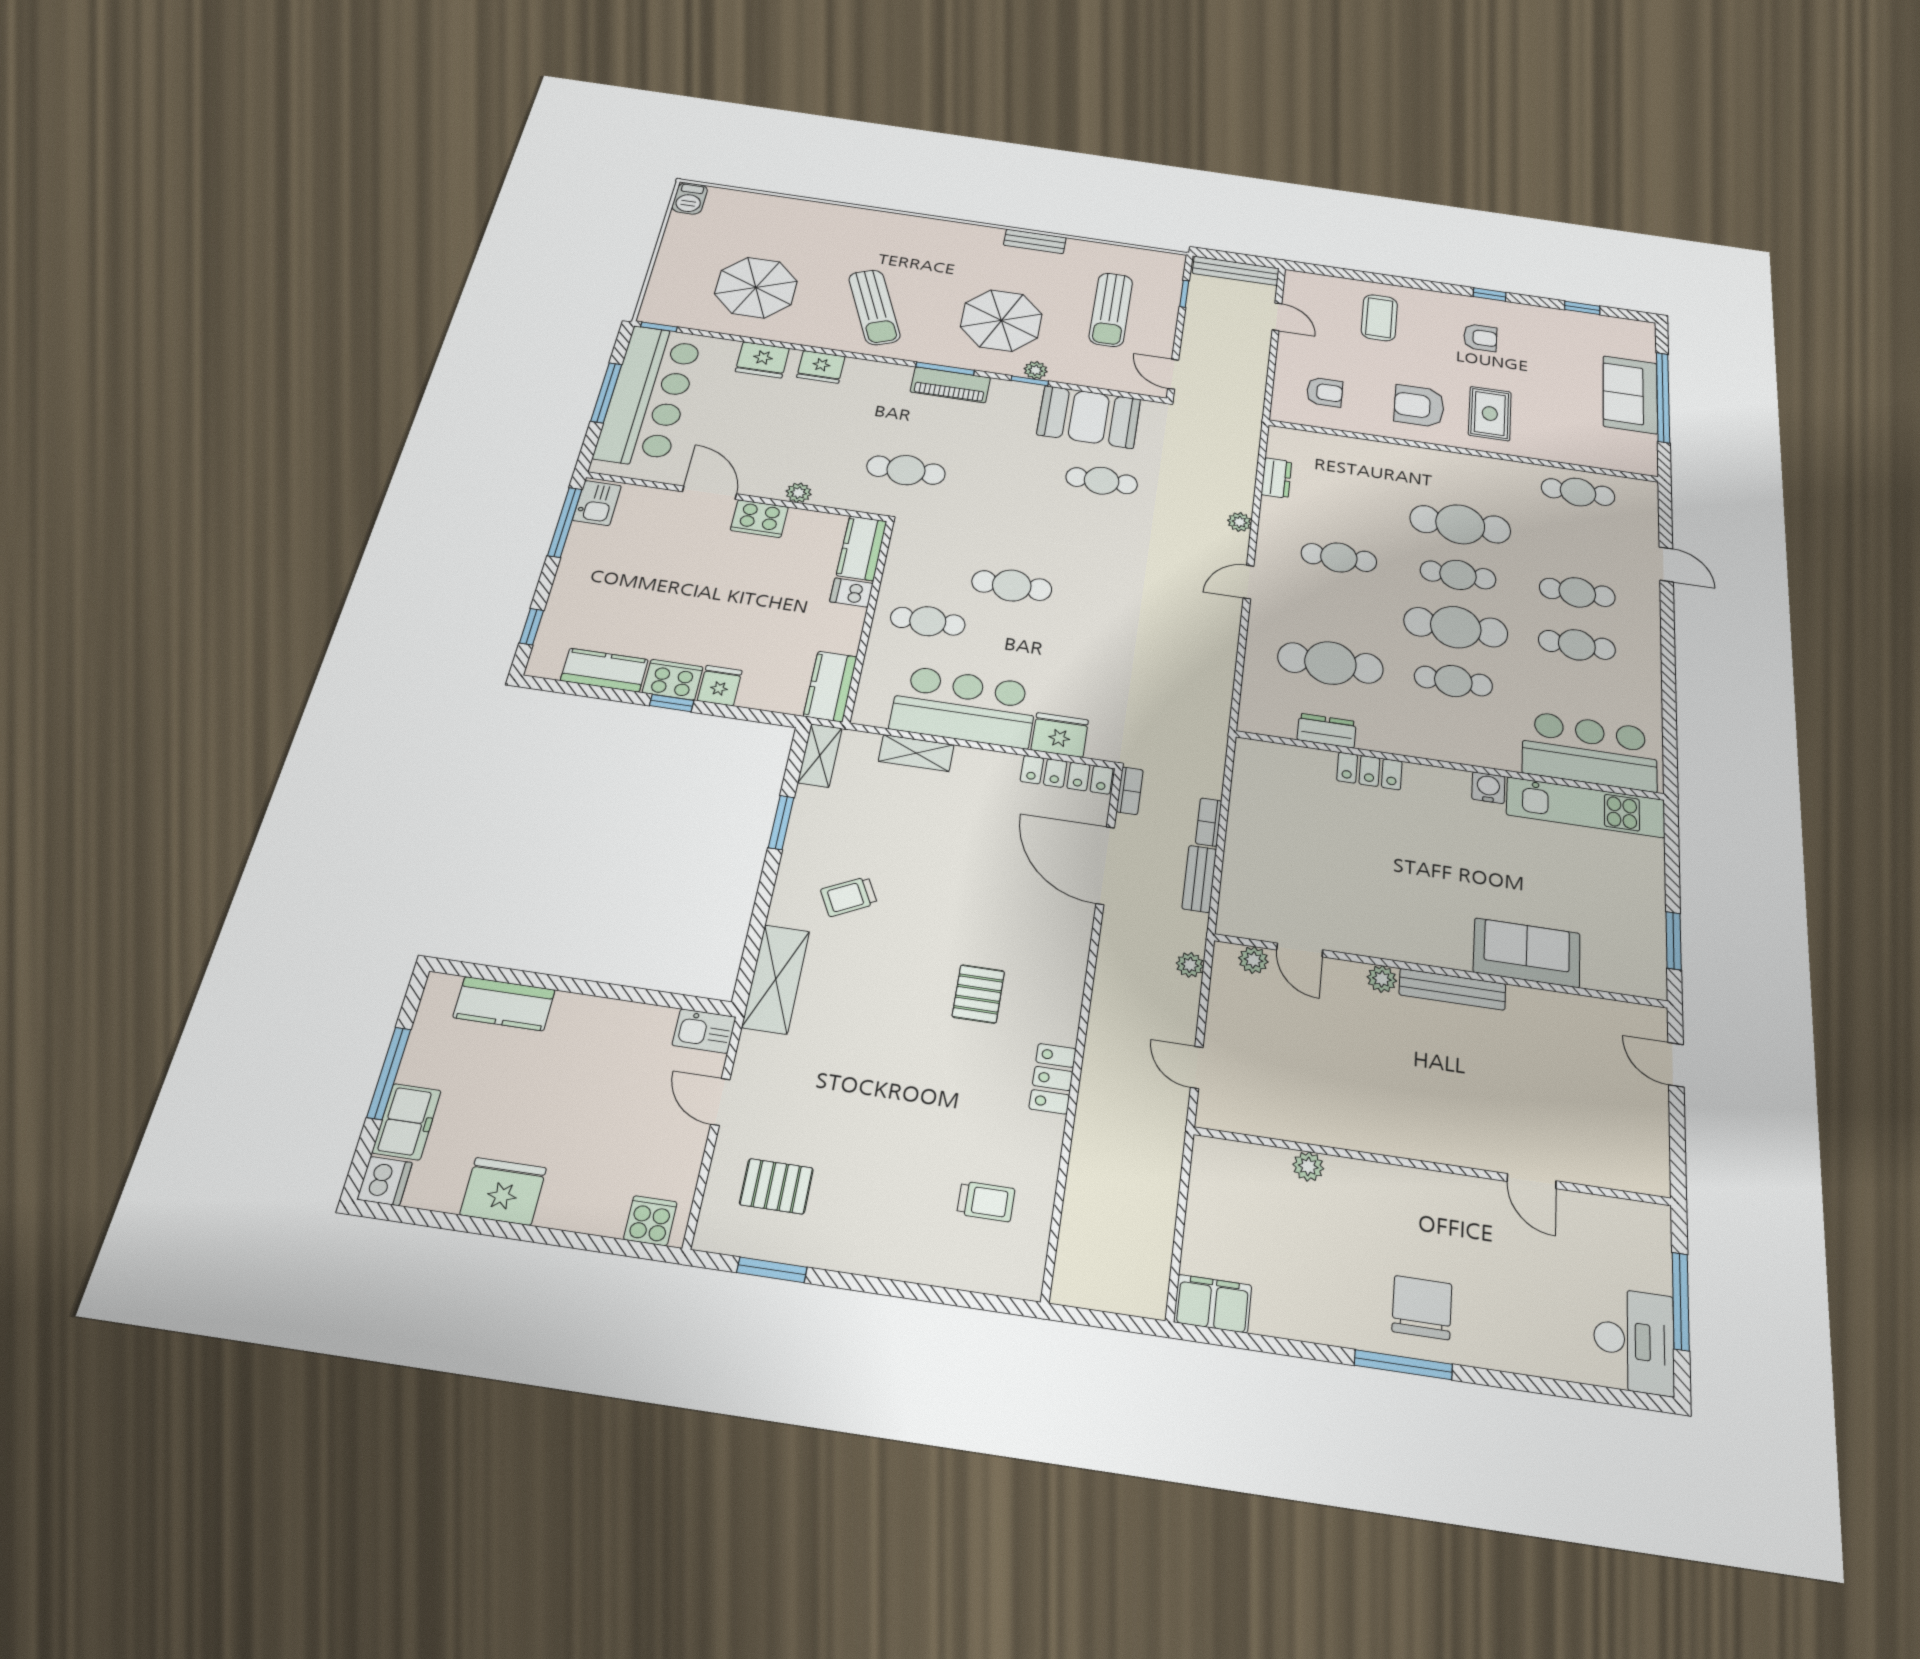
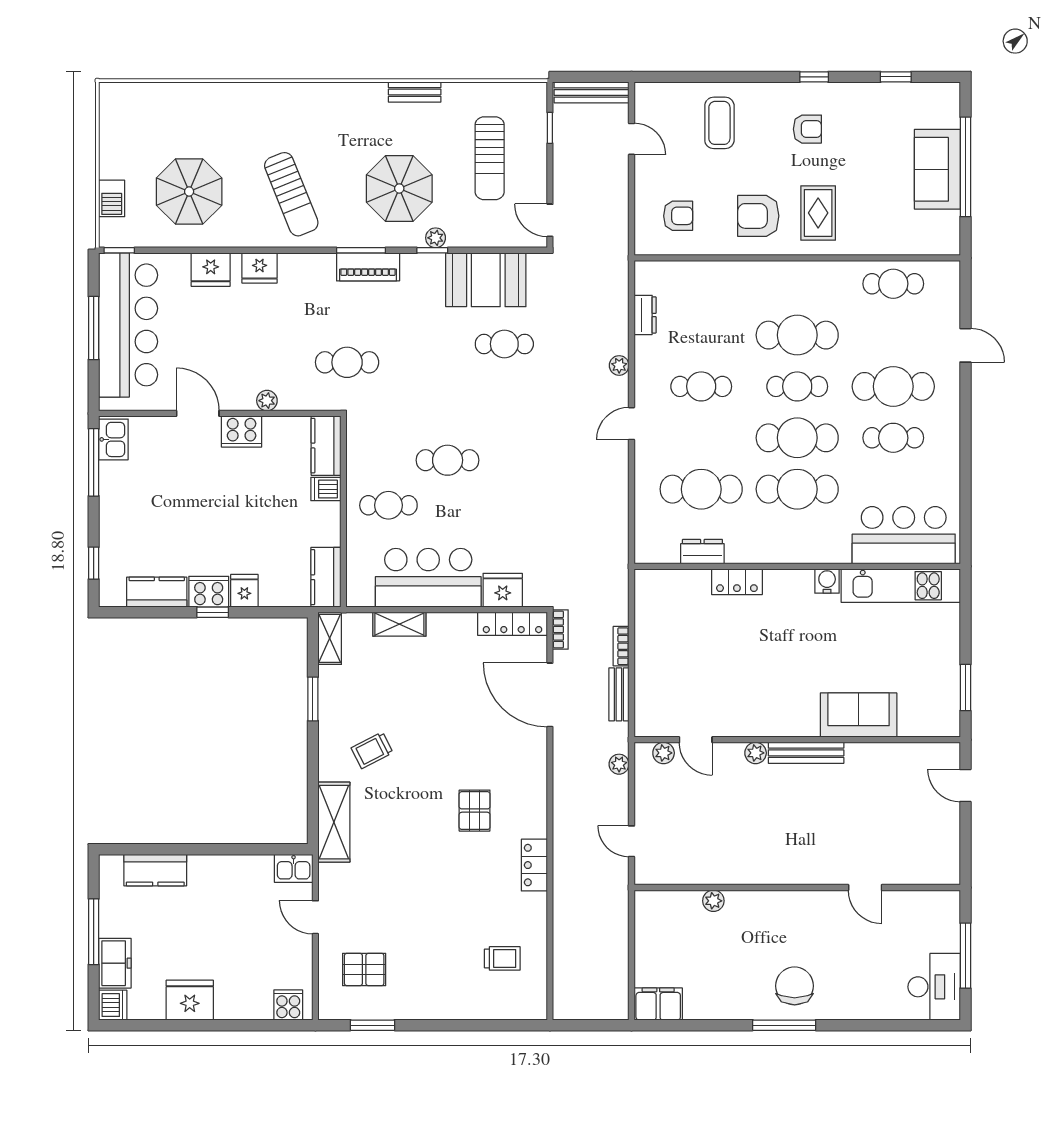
barbecue: (690, 198) -> (112, 198), moved
cafe table: (1577, 592) -> (893, 386), width x1.37, depth x1.35
cafe table: (1453, 681) -> (797, 489), width x1.37, depth x1.35

